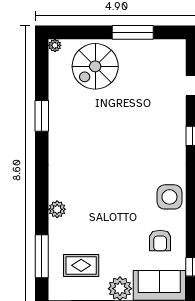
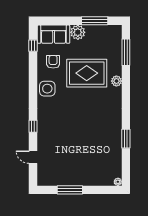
spiral stairs: (95, 66) -> (93, 169), removed
rug: (81, 265) -> (87, 73), moved, width x1.86, depth x2.06

